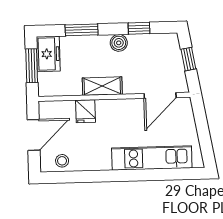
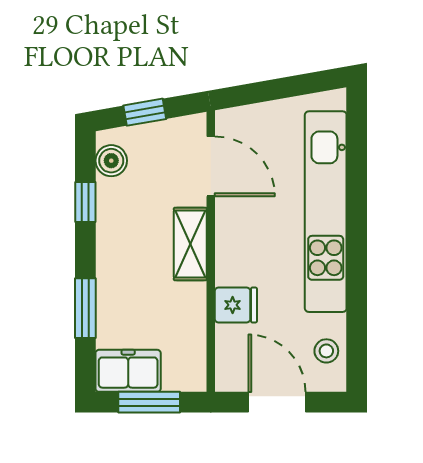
boiler: (119, 43) -> (111, 161), moved
shelving: (102, 86) -> (190, 244), moved
kitchen unit: (152, 158) -> (326, 212), width x1.36

